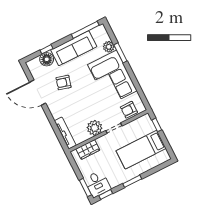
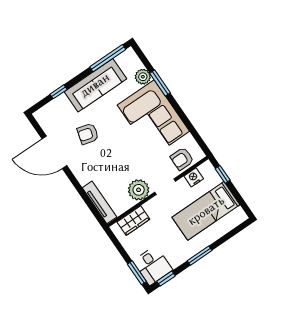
floor lamp: (47, 59) -> (61, 105), removed
nightstand: (136, 124) -> (194, 177), added

